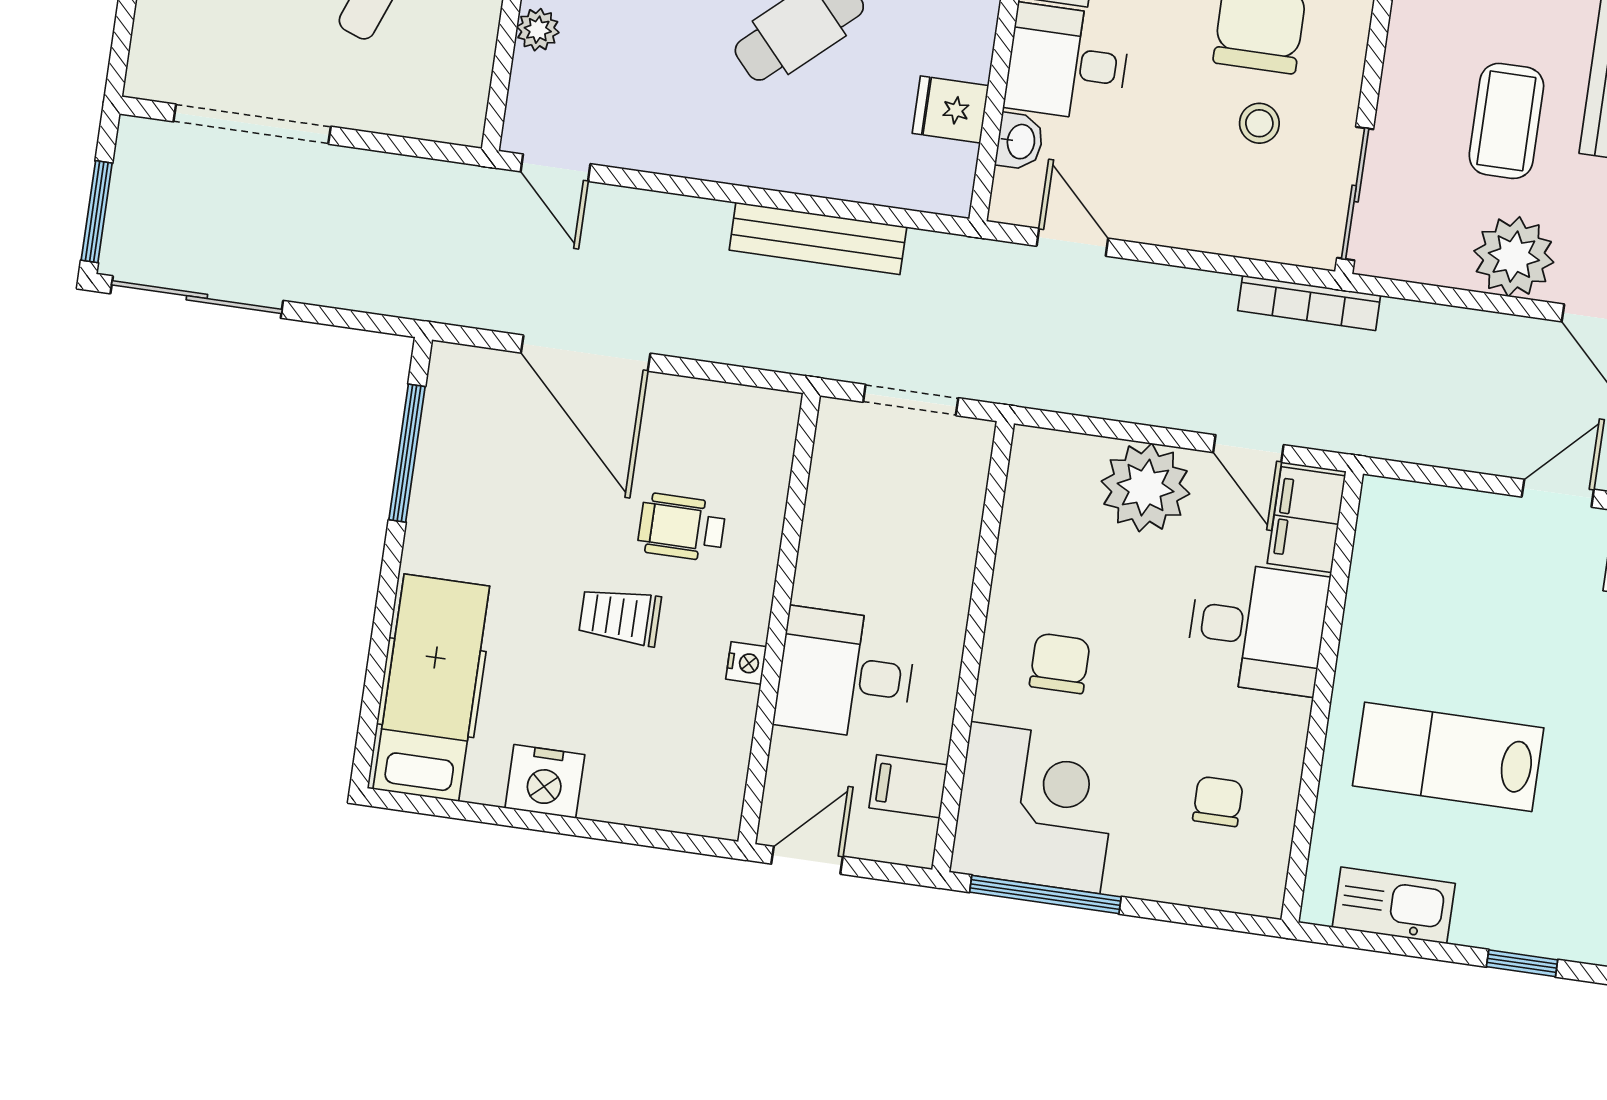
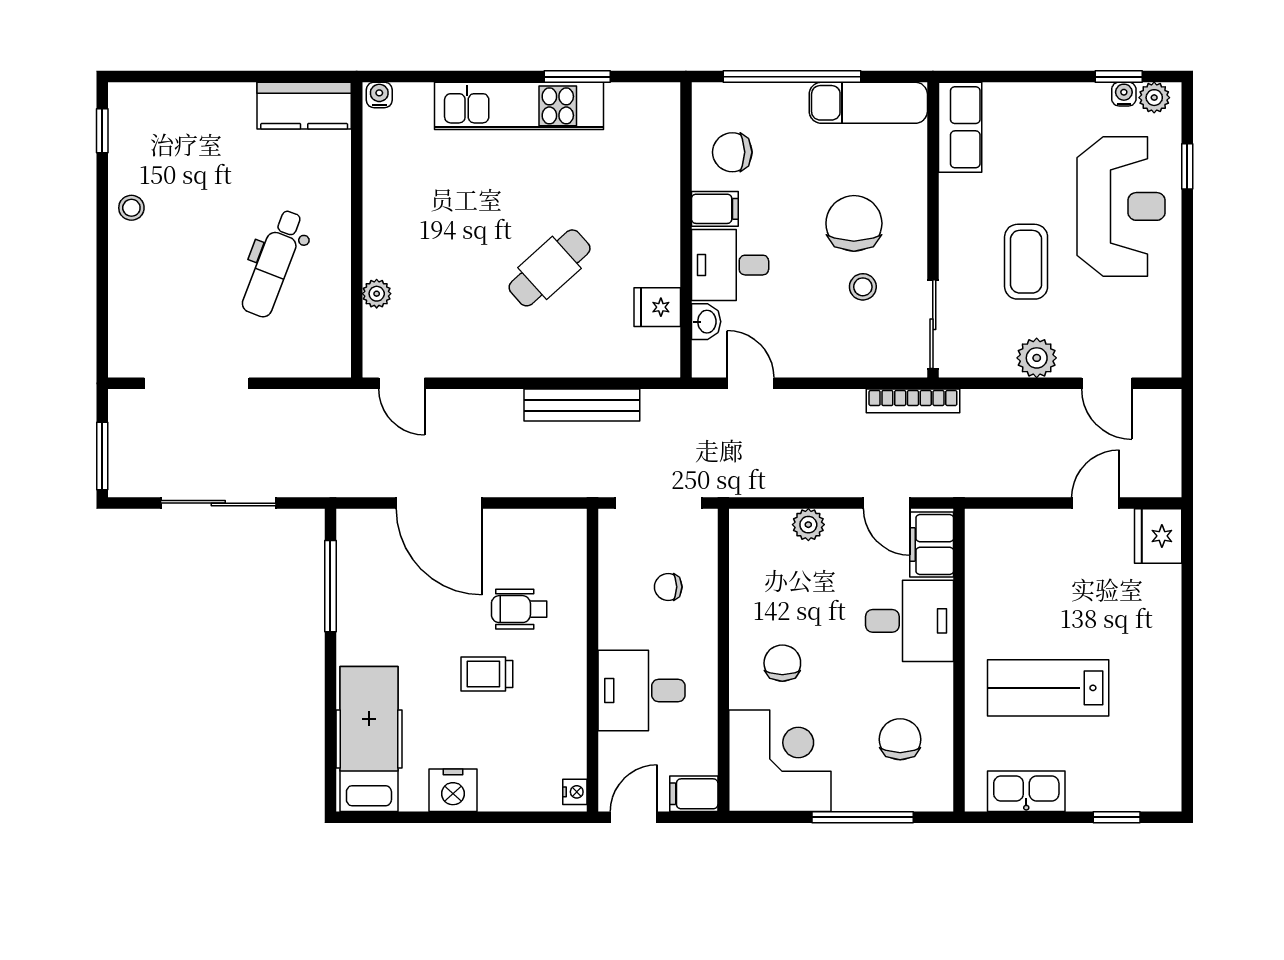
plant: (1514, 257) -> (1037, 358), width x0.73, depth x0.73
sliding door: (197, 297) -> (218, 503), moved
doorway: (911, 400) -> (659, 503), width x1.38
plant: (1146, 488) -> (808, 525), width x0.53, depth x0.53
chair: (907, 526) -> (668, 587), added
nightstand: (746, 663) -> (575, 792), moved
filing cabinet: (908, 786) -> (694, 794), moved
chair: (1218, 801) -> (900, 739), width x1.37, depth x1.37
window: (1045, 895) -> (863, 817), moved

